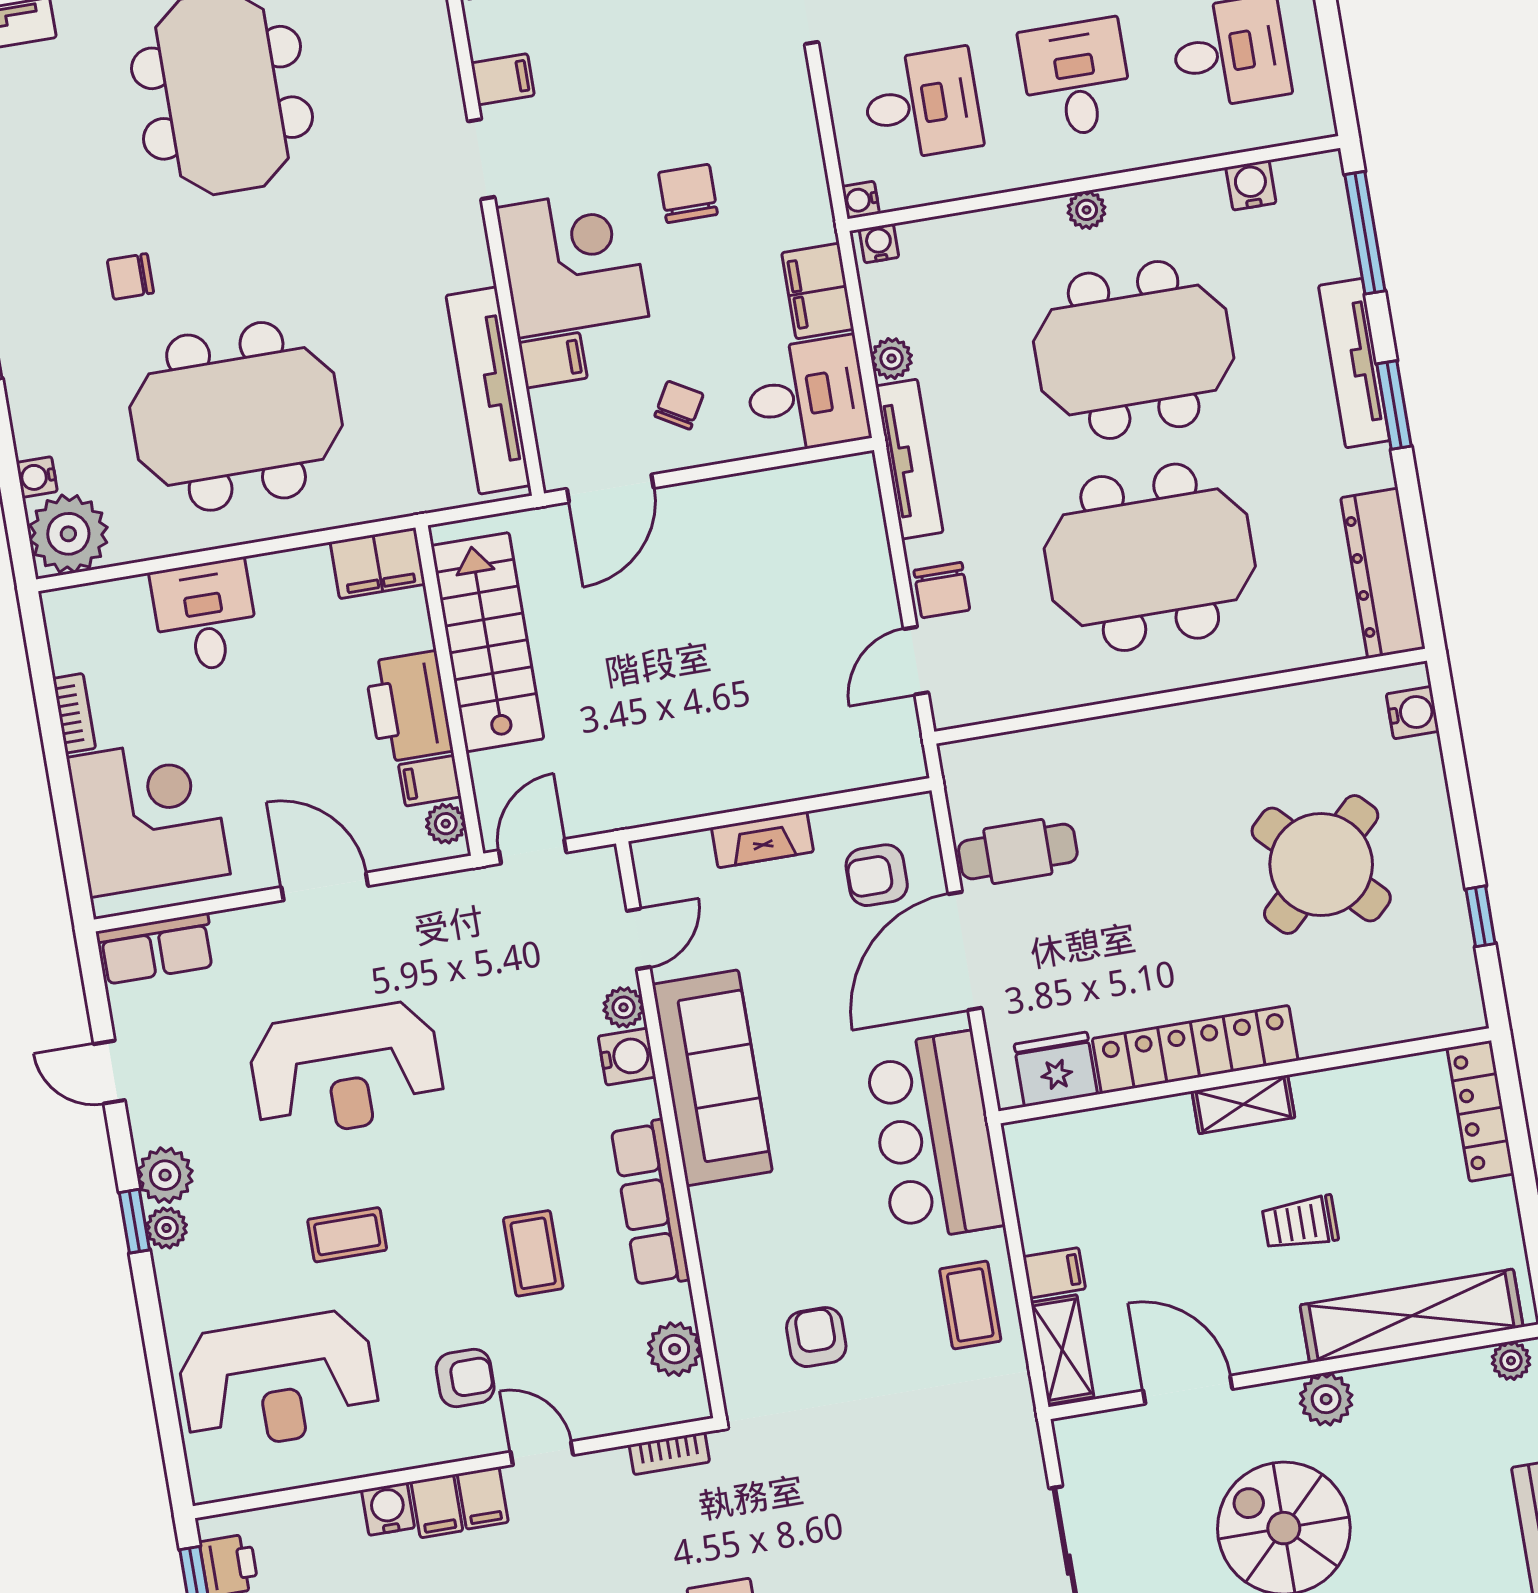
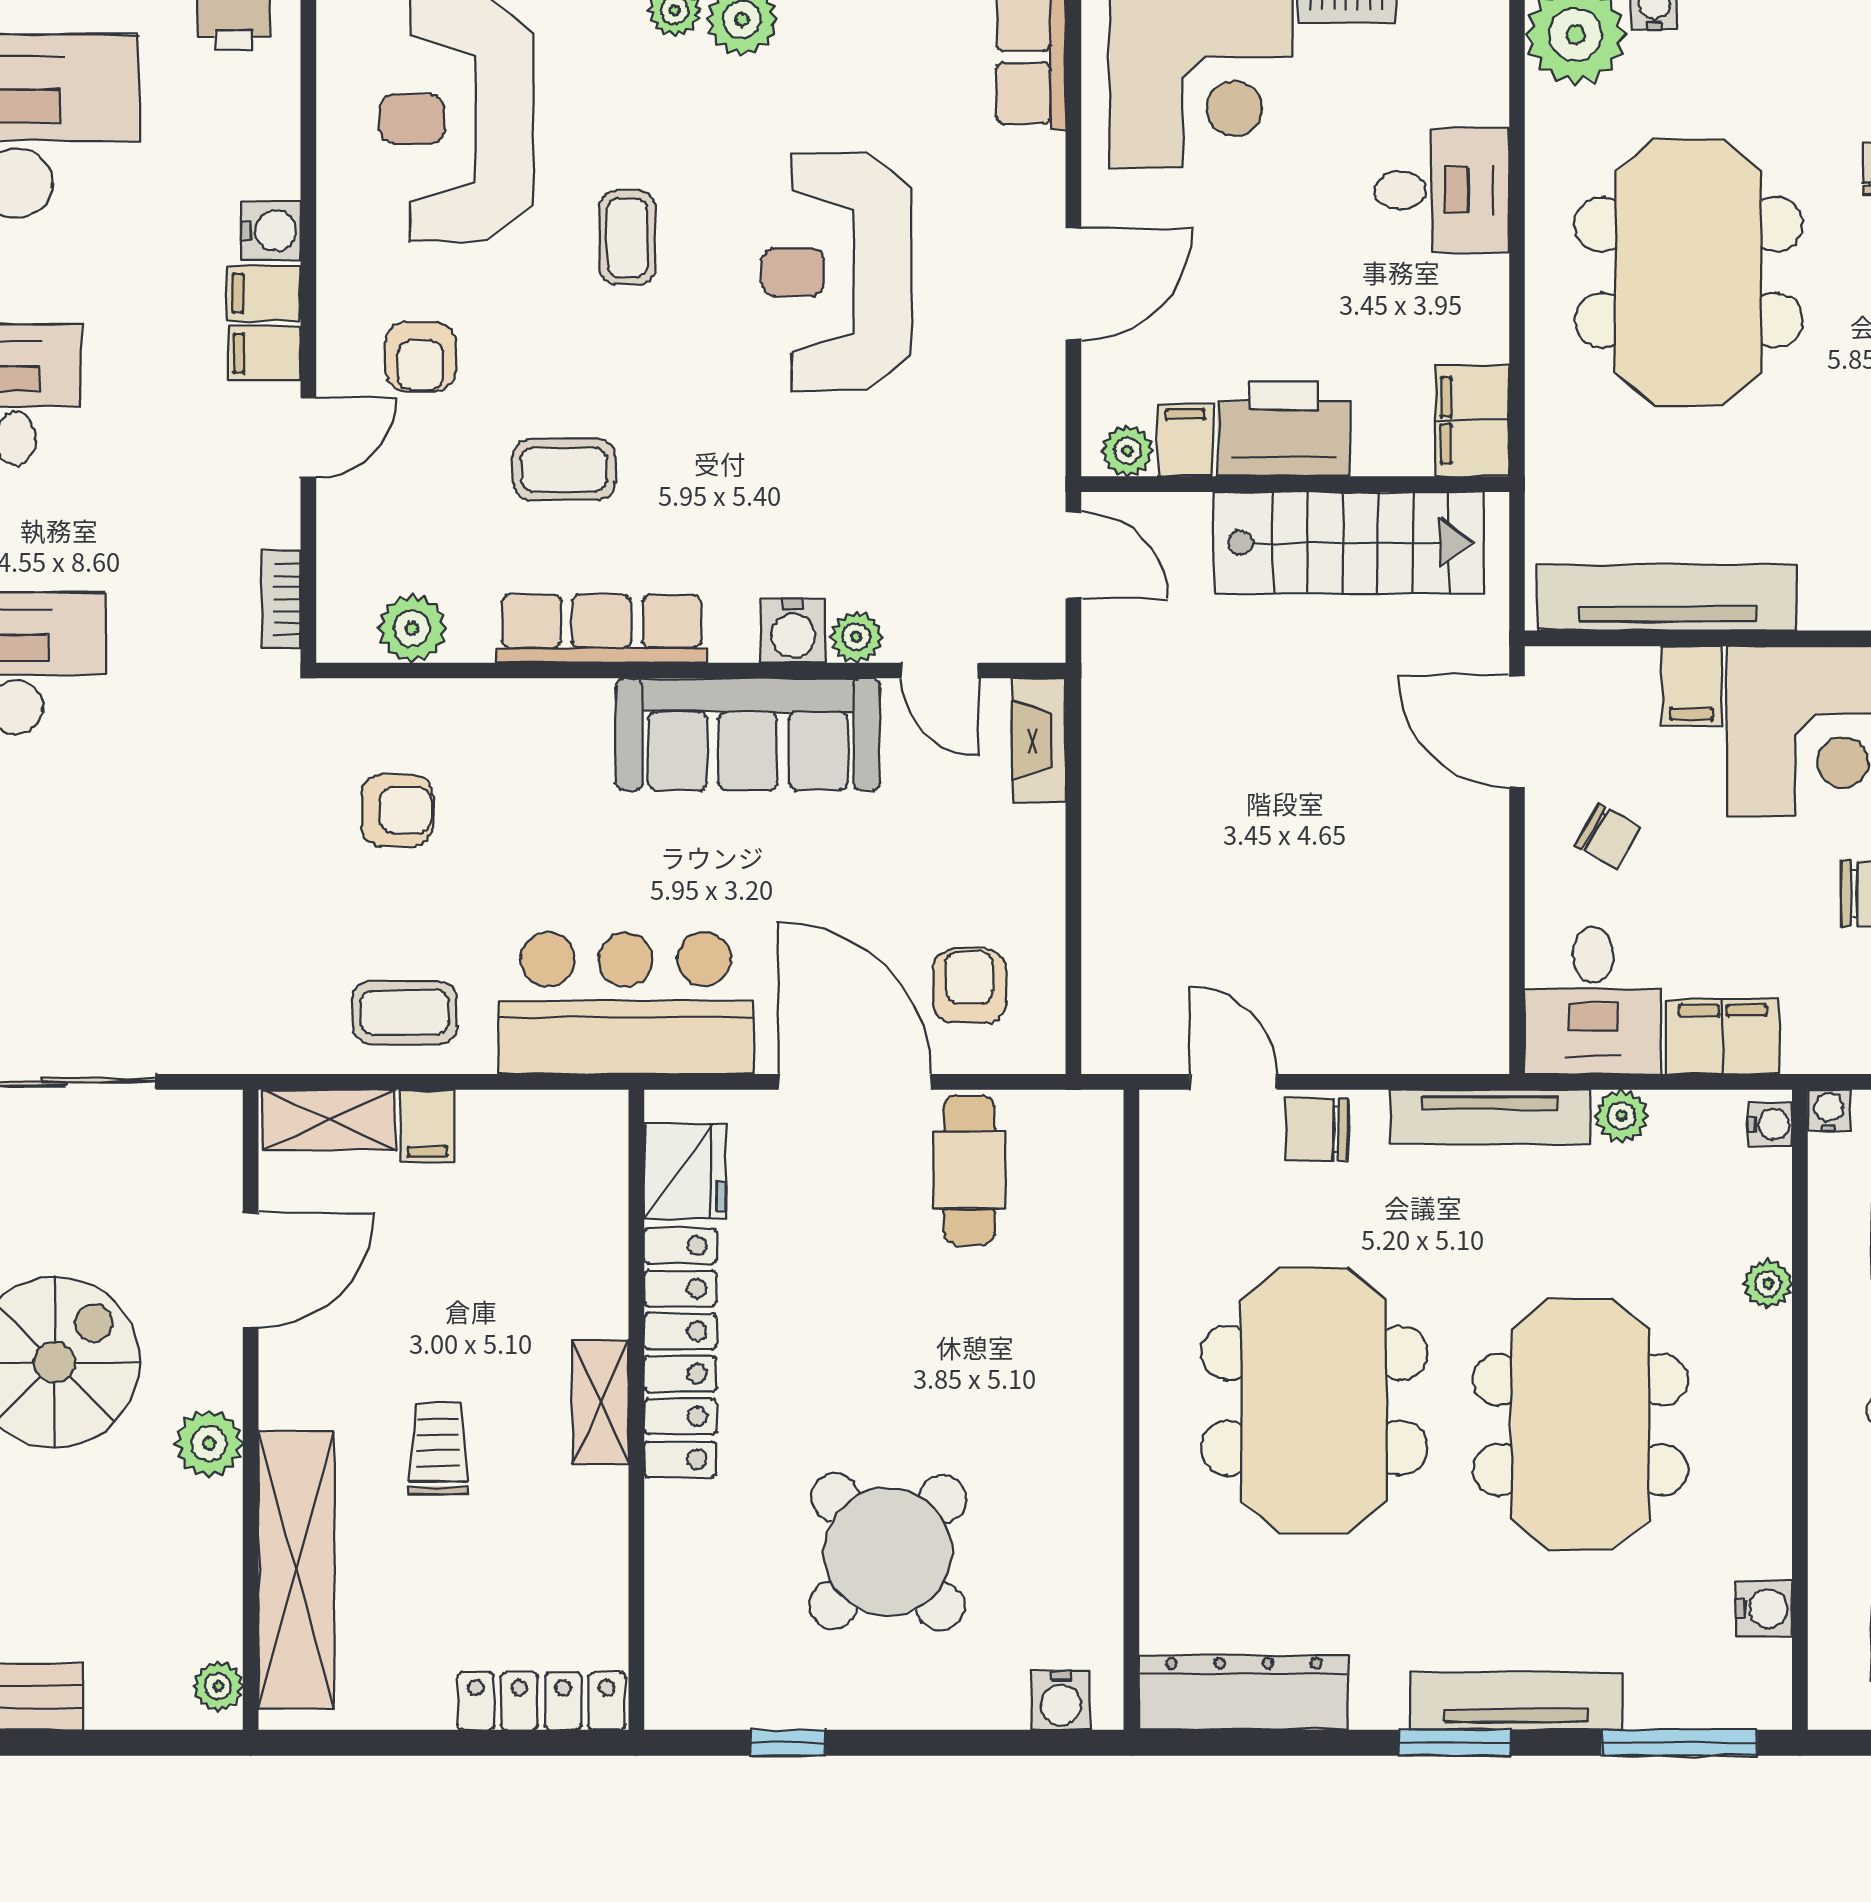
plant: (1087, 210) -> (1768, 1284), moved
fireplace: (762, 840) -> (1039, 740), moved

